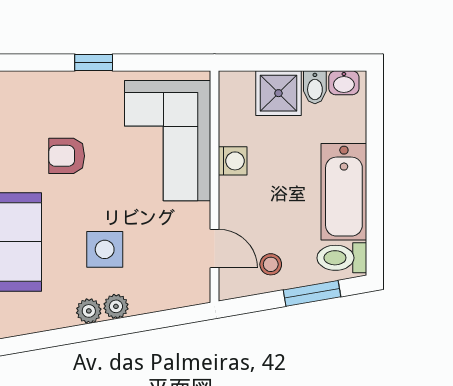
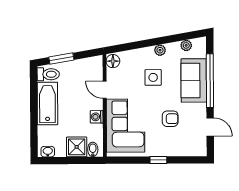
bidet: (315, 87) -> (93, 149), moved
door: (215, 249) -> (105, 90), moved
stool: (271, 264) -> (80, 71), removed
floor lamp: (195, 287) -> (113, 61), added
plant: (116, 306) -> (186, 45), moved

